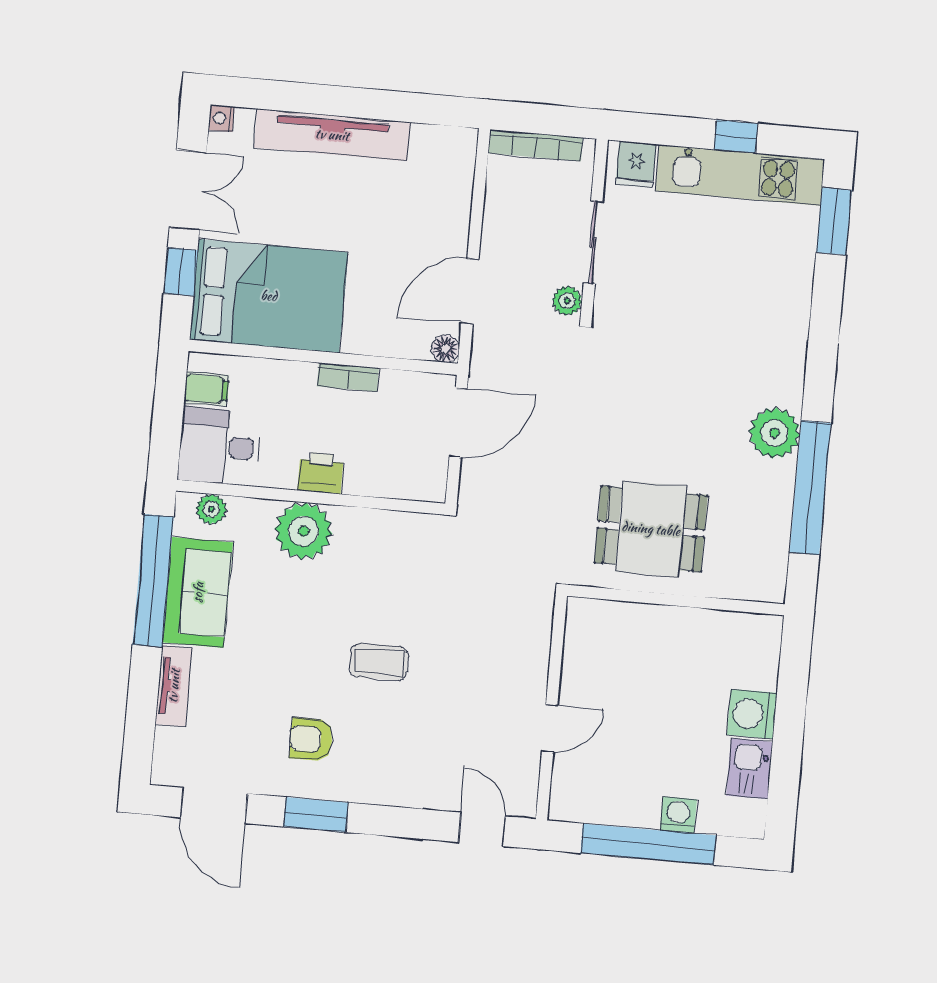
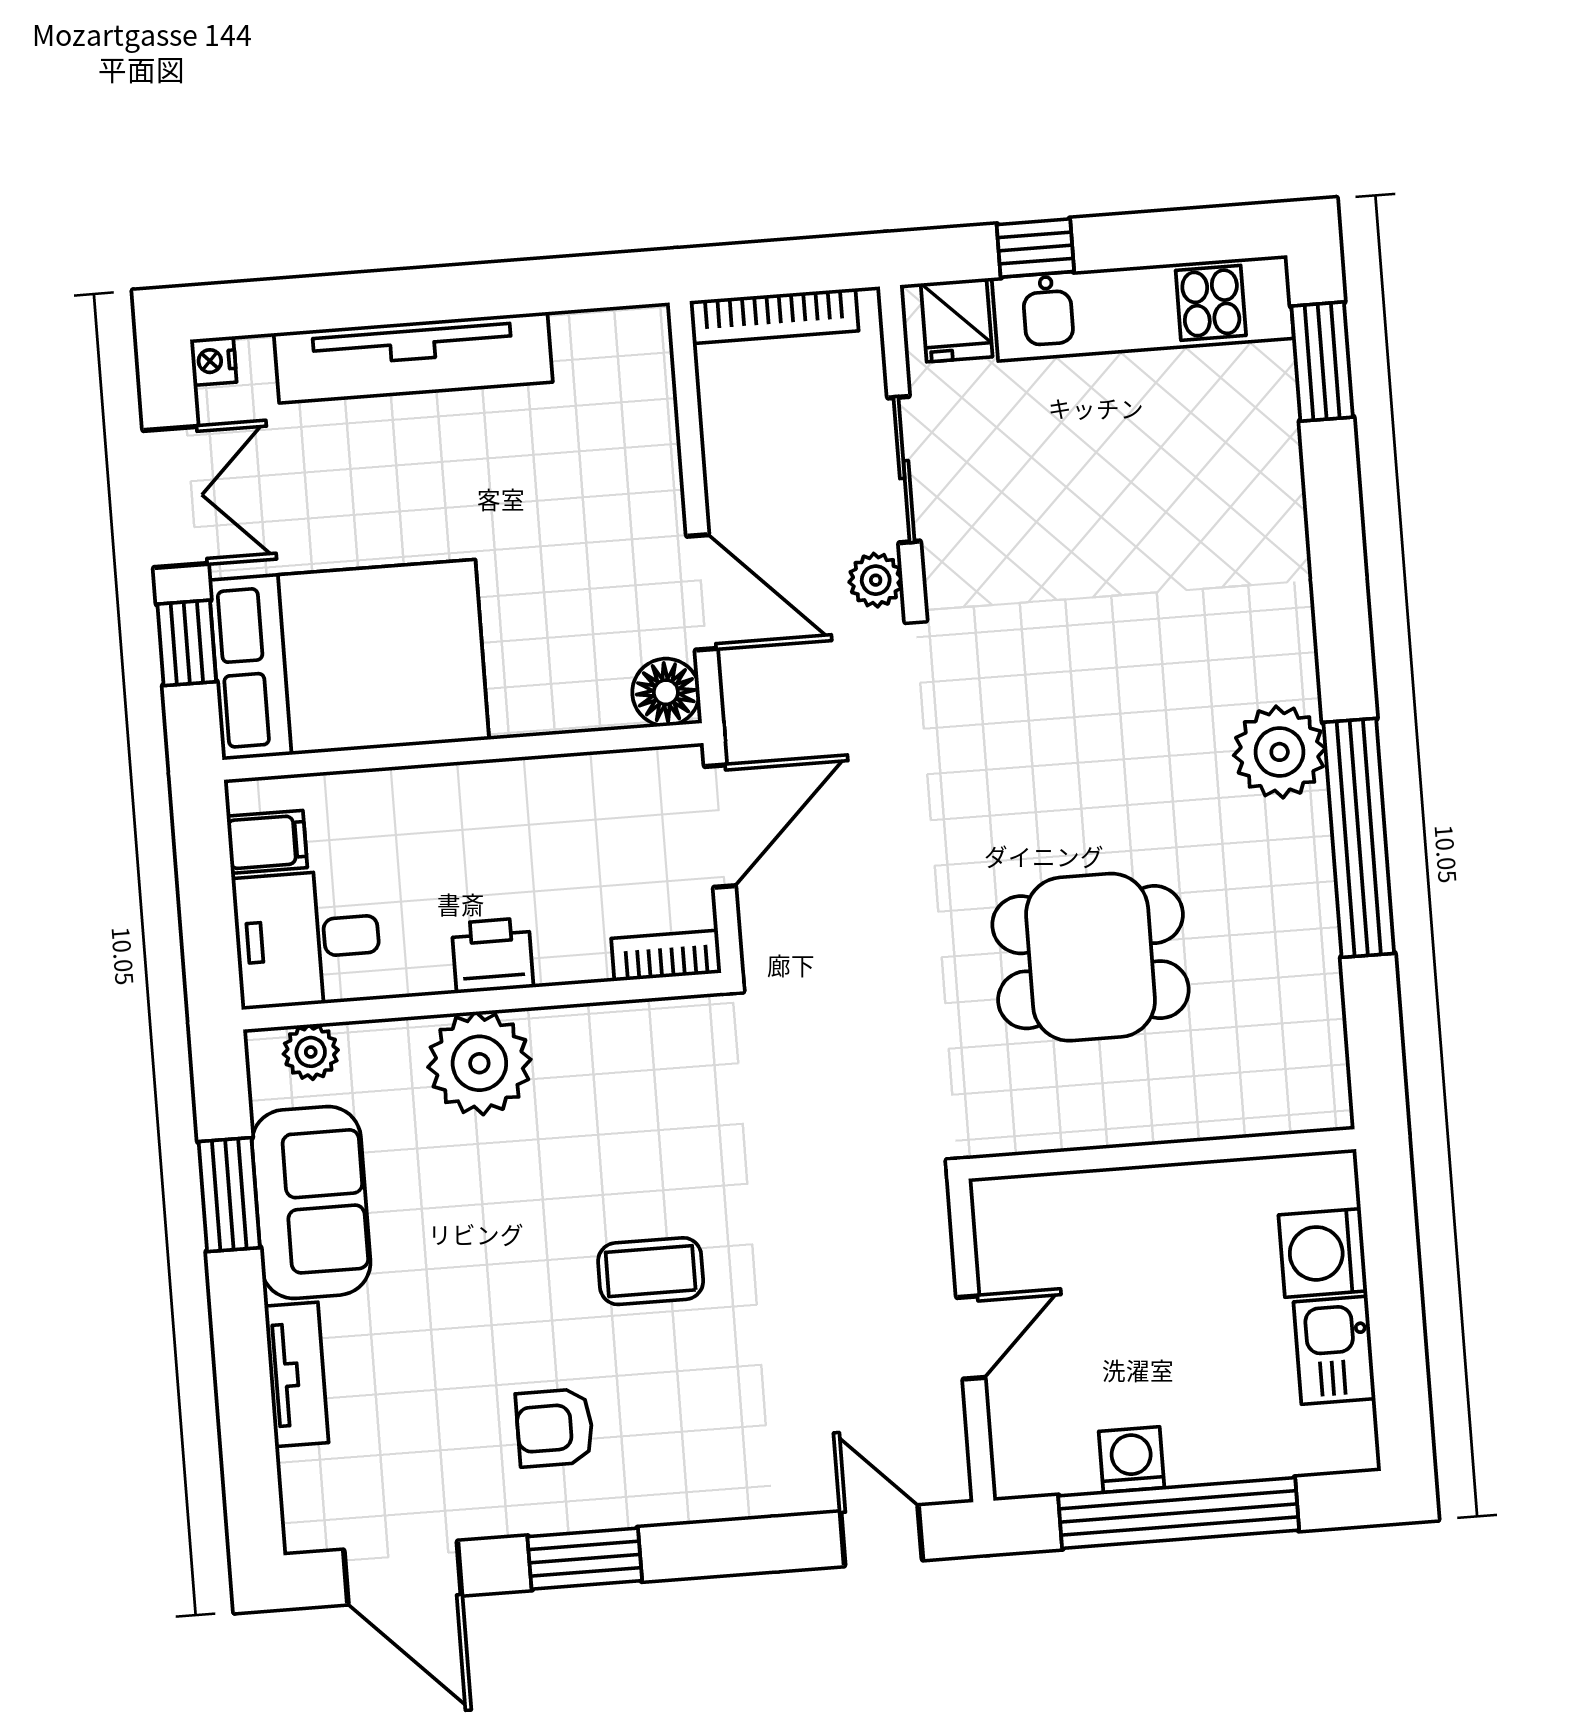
window: (736, 136) -> (1035, 248), moved
door: (470, 291) -> (702, 592), swing flipped
floor lamp: (445, 349) -> (666, 692), width x1.37, depth x1.37
bookcase: (348, 377) -> (666, 956), moved, turned 180
window: (153, 581) -> (229, 1195), width x0.47
wall: (676, 600) -> (1162, 1154), moved
washing machine: (678, 815) -> (1132, 1459), moved

